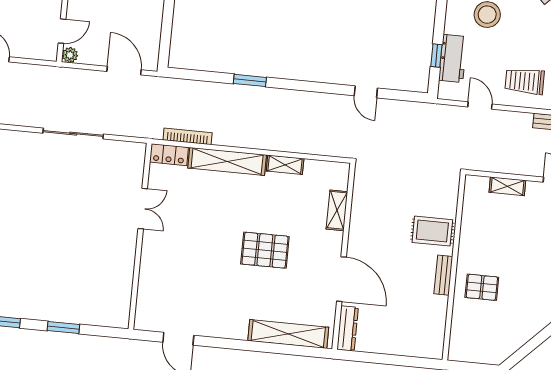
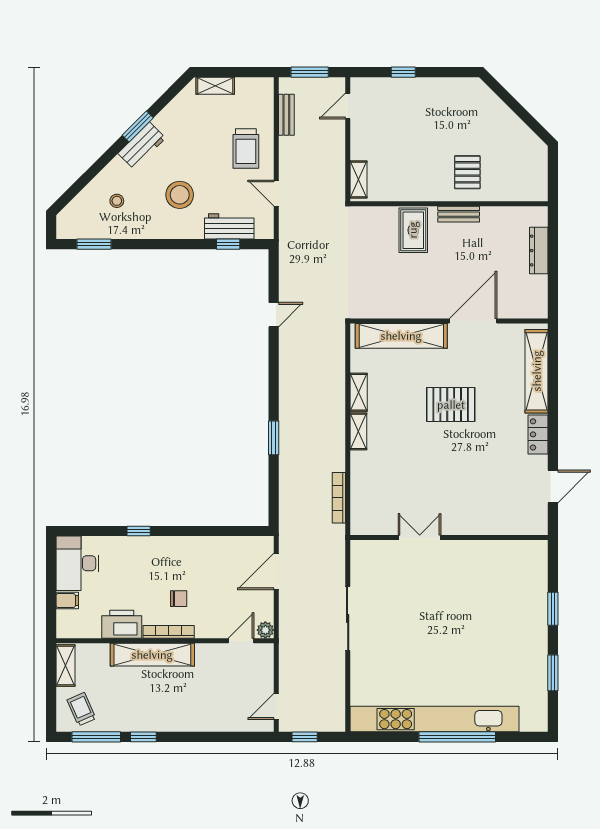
door: (62, 31) -> (241, 641), hinge flipped
door: (480, 105) -> (276, 193), hinge flipped
locker: (169, 155) -> (538, 434), moved, turned 180
shelving: (227, 161) -> (358, 431), width x0.45, depth x0.75
shelving: (507, 186) -> (358, 179), moved
shelving: (337, 210) -> (401, 336), width x2.20, depth x1.33
pallet: (265, 250) -> (451, 405), turned 90
dresser: (348, 328) -> (539, 251), moved, turned -90

